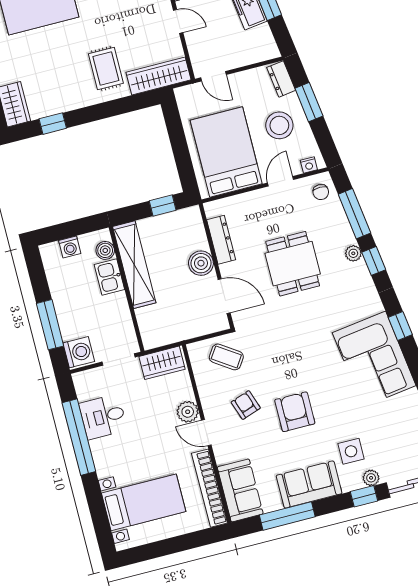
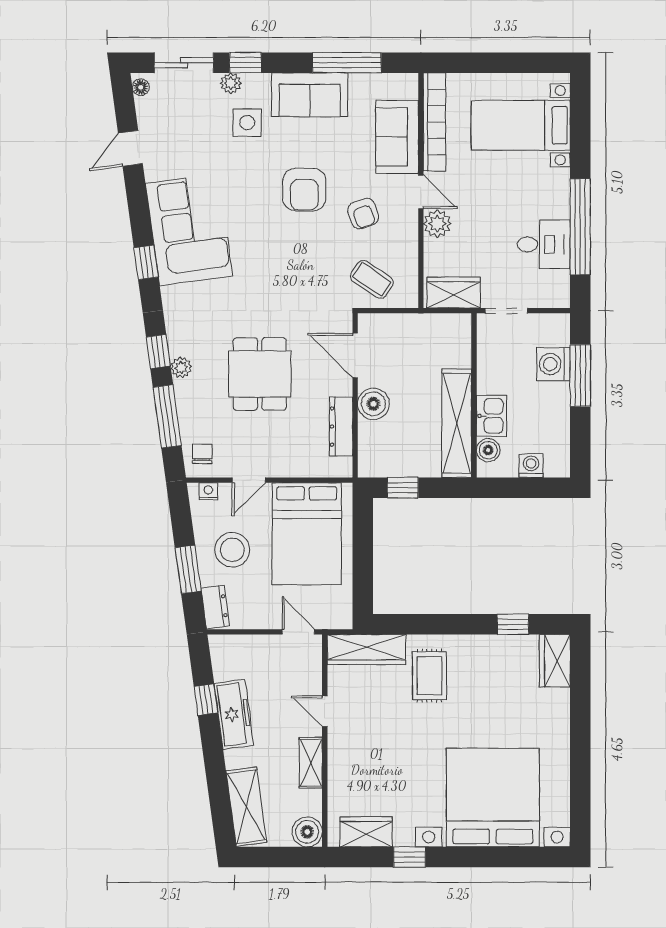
washing machine: (79, 352) -> (553, 364), moved
sofa: (240, 490) -> (397, 137), moved

